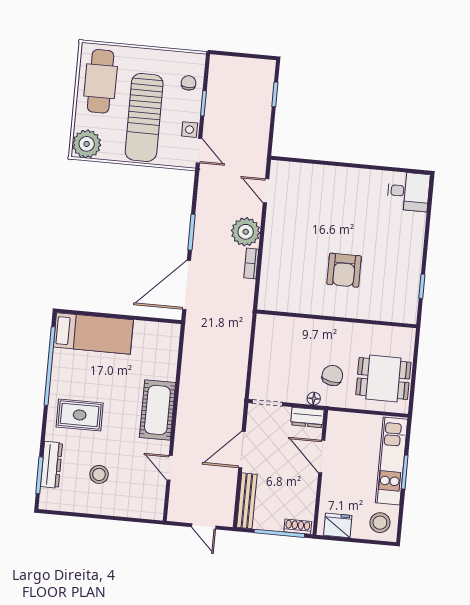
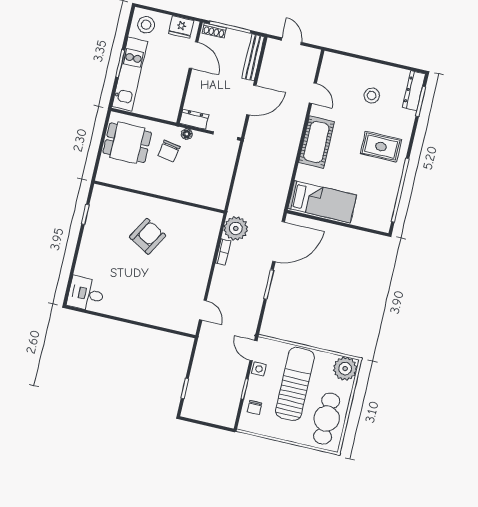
plant: (246, 232) -> (236, 228), moved
armchair: (344, 270) -> (148, 236), turned 30
bed: (93, 333) -> (322, 202), moved, turned 180
door: (322, 457) -> (194, 55), moved
dresser: (51, 465) -> (414, 91), moved

